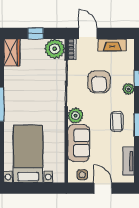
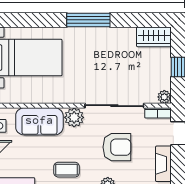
plant: (55, 49) -> (164, 97), width x0.53, depth x0.53
armchair: (99, 82) -> (117, 147), turned 180

